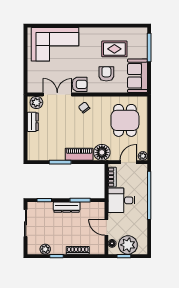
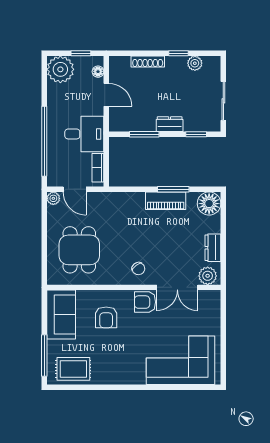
rug: (114, 49) -> (73, 369), moved
floor lamp: (102, 152) -> (209, 204), moved
piano: (79, 154) -> (166, 201), moved
door: (128, 162) -> (75, 189), hinge flipped
dresser: (67, 207) -> (170, 124), width x0.70
plant: (128, 245) -> (60, 69), moved

